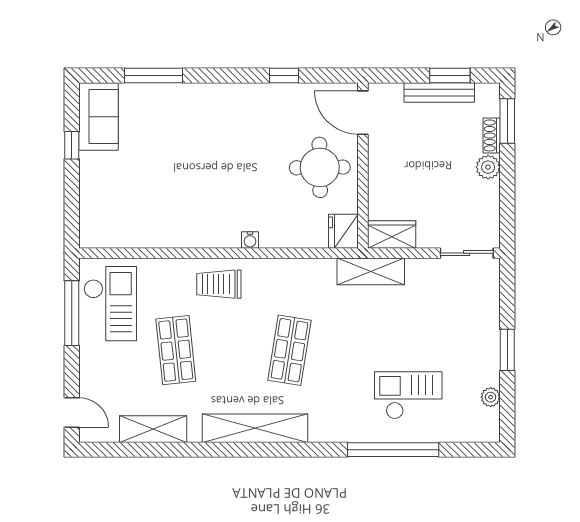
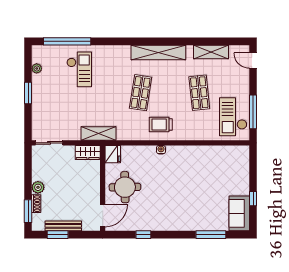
door: (363, 113) -> (103, 216), hinge flipped
trolley: (219, 284) -> (161, 125), moved, turned 180
checkout: (408, 395) -> (79, 69), turned -90
window: (393, 450) -> (67, 41), moved

